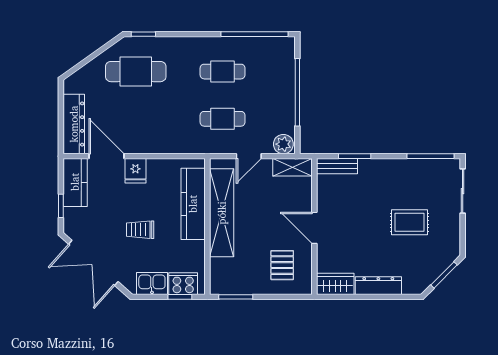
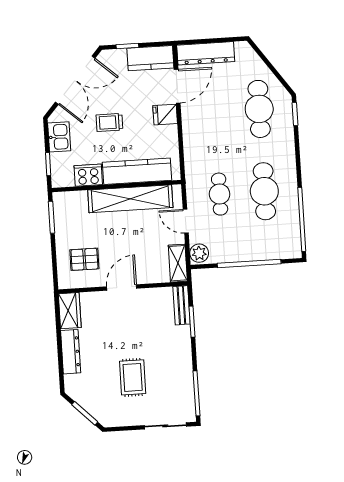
cafe table: (223, 72) -> (264, 191), width x1.37, depth x1.35
trolley: (140, 230) -> (109, 122), turned -90
double door: (93, 263) -> (75, 80), swing flipped
cooker: (183, 284) -> (88, 175), moved, turned -90

